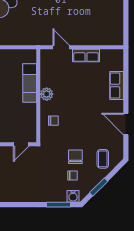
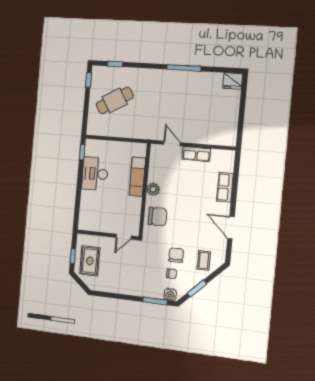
chair: (53, 121) -> (157, 217), width x1.87, depth x1.87

